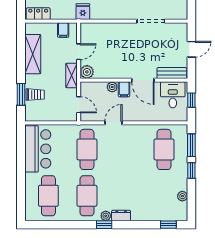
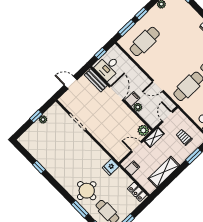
trolley: (35, 95) -> (184, 137), moved

